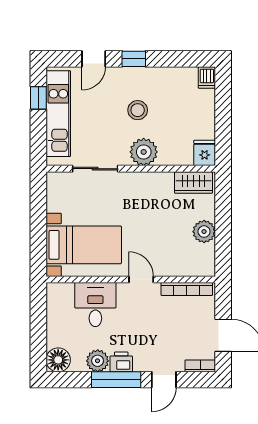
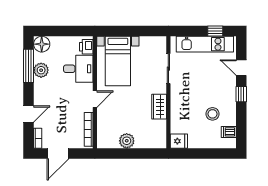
dishwasher: (207, 78) -> (229, 132), moved
stool: (138, 110) -> (213, 114), moved
plant: (144, 152) -> (179, 101), removed
wardrobe: (194, 182) -> (159, 107), moved
printer: (121, 362) -> (86, 47), moved, turned 180
window: (116, 380) -> (29, 66), moved
door: (164, 380) -> (29, 114), swing flipped

